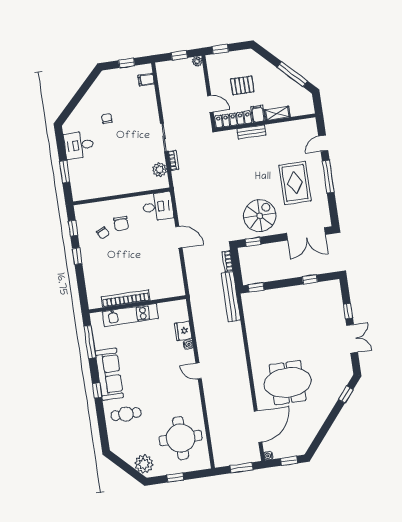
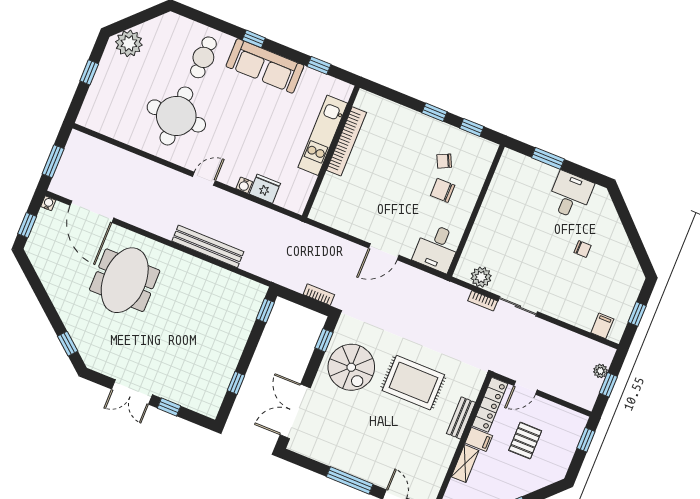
plant: (197, 61) -> (600, 371), moved
rug: (295, 183) -> (413, 383), moved
bench: (231, 297) -> (208, 246), moved
window: (90, 342) -> (319, 65), width x0.46
round table: (181, 438) -> (176, 116), moved

